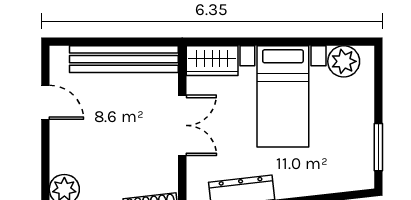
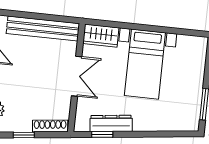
plant: (344, 61) -> (187, 45), removed

